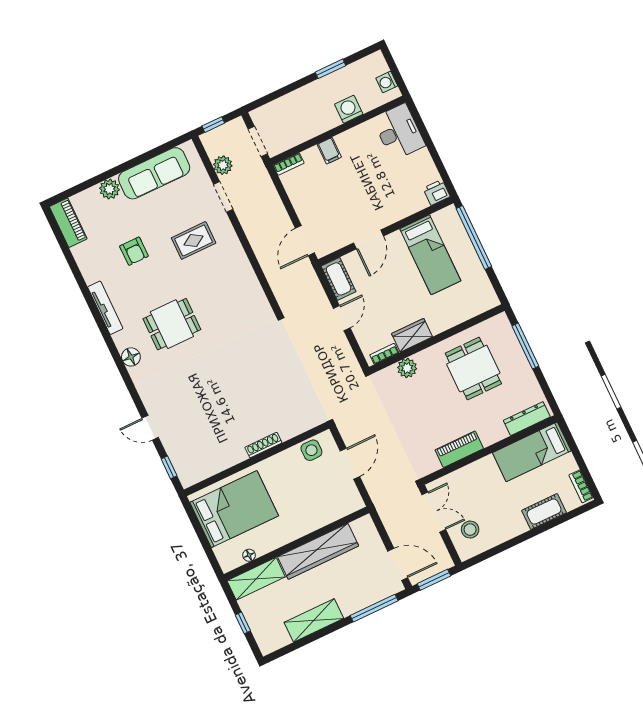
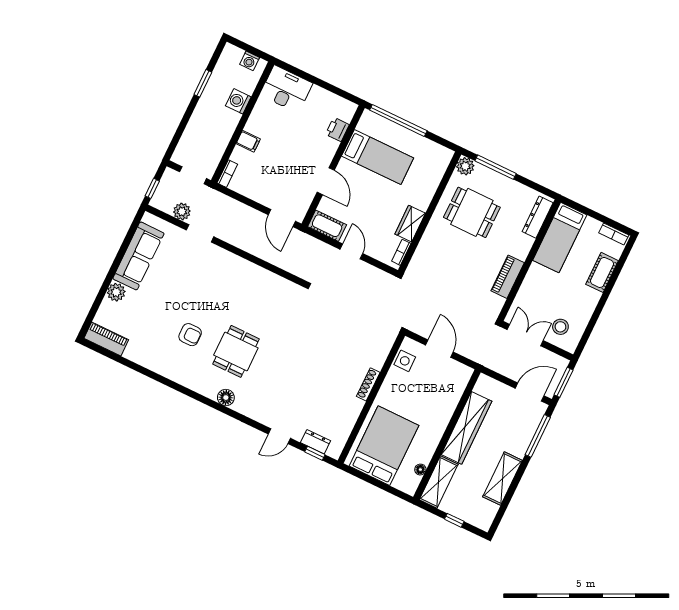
printer: (436, 192) -> (337, 129), moved
rug: (194, 240) -> (204, 281), removed
armchair: (134, 251) -> (190, 335), moved
tv unit: (105, 308) -> (180, 378), removed
plant: (407, 368) -> (465, 166), moved
dresser: (178, 458) -> (316, 442), added

